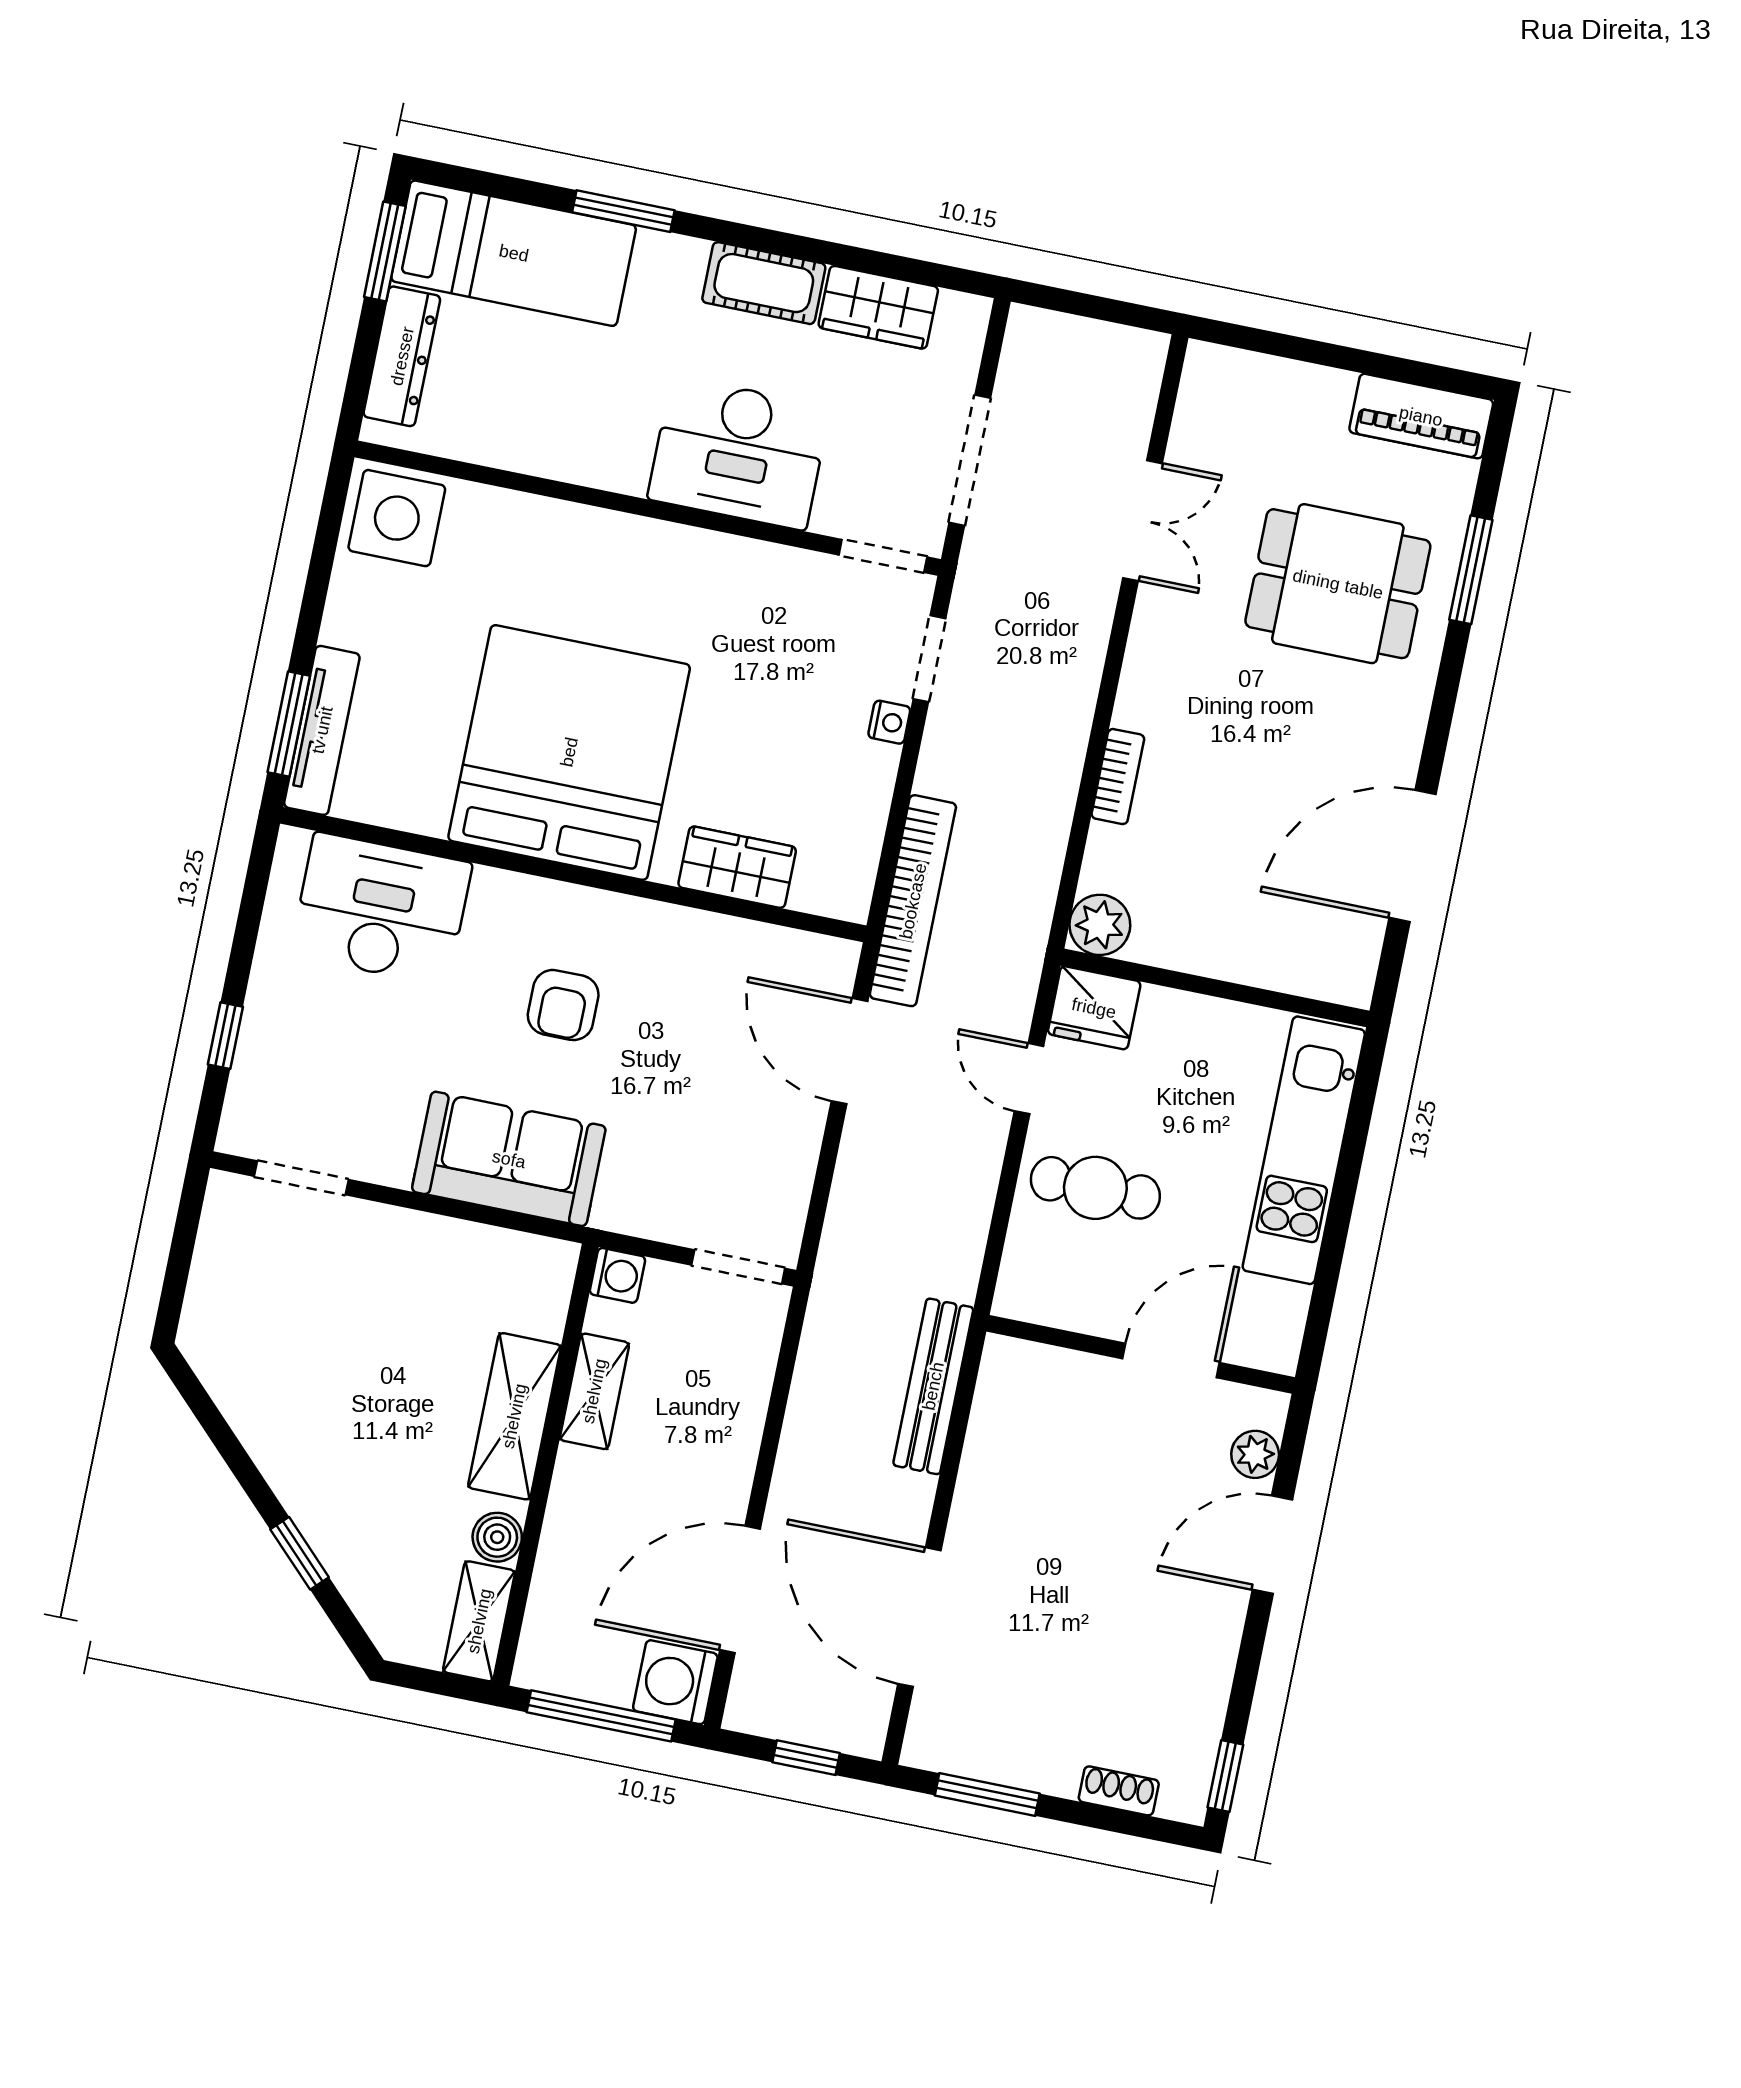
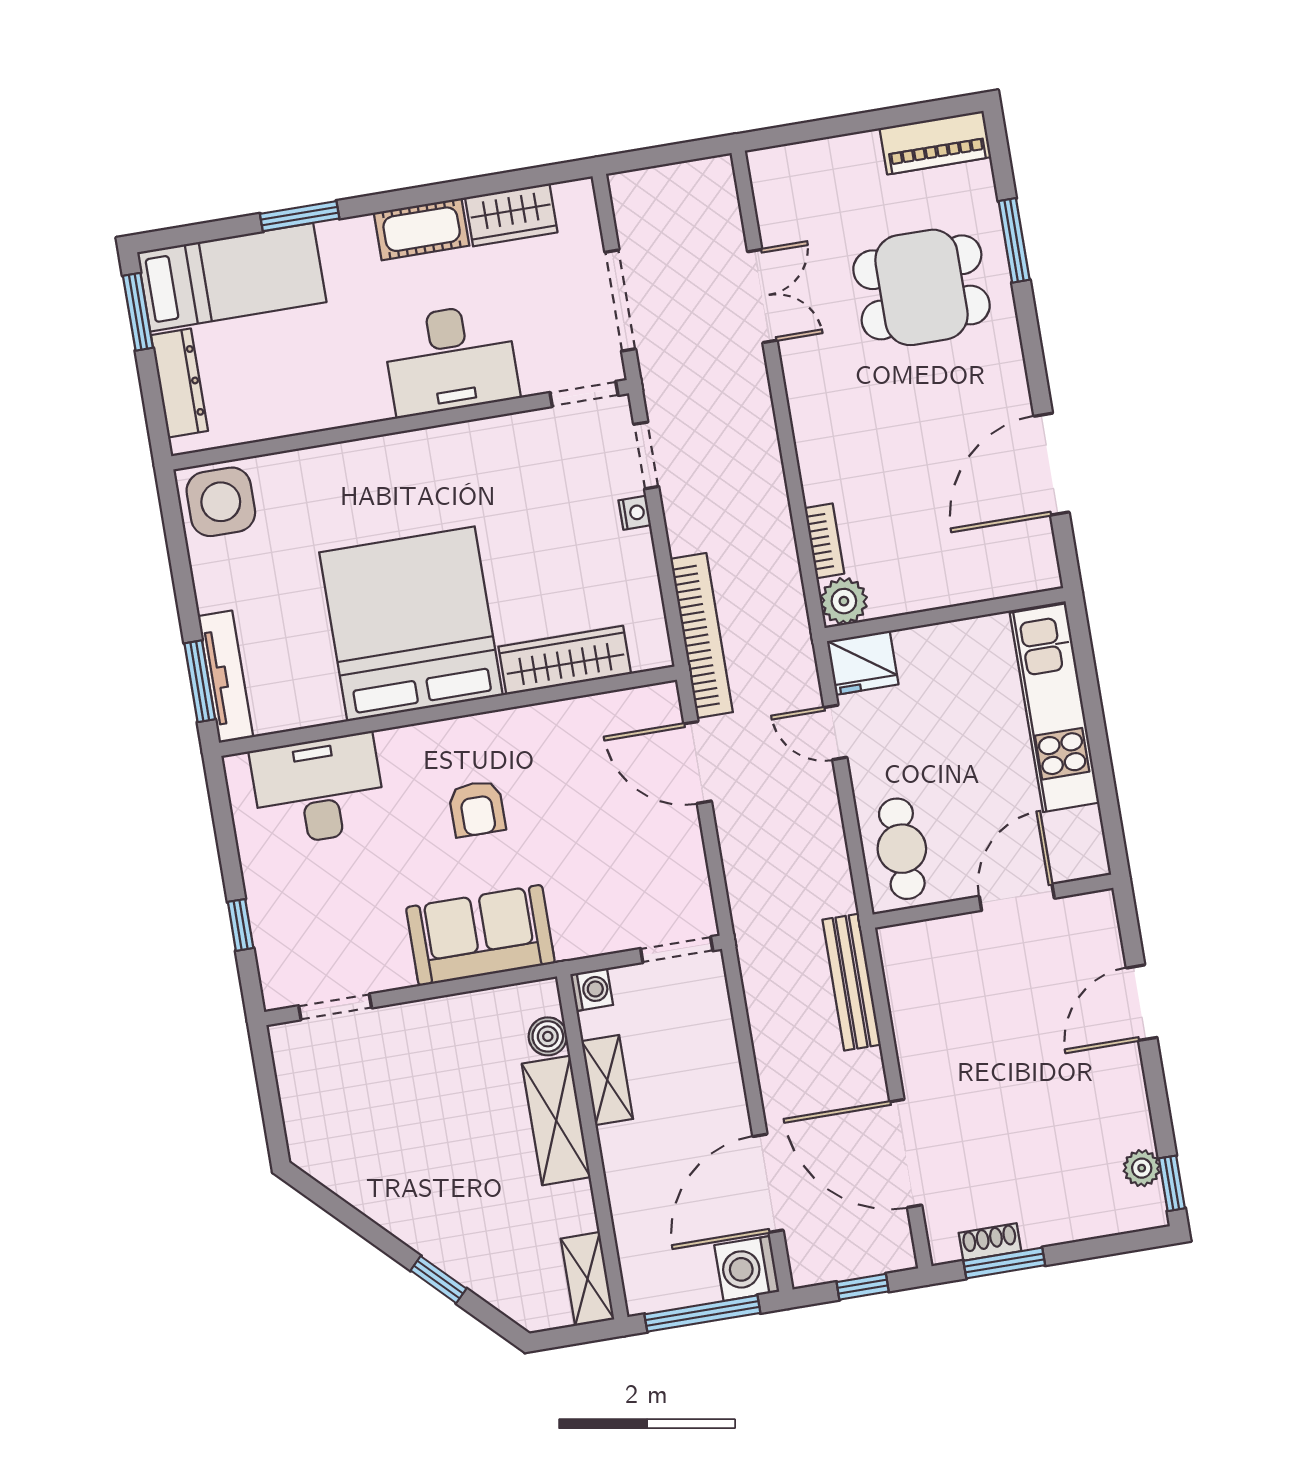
bookcase: (1118, 777) -> (824, 541), moved
wardrobe: (737, 867) -> (565, 660), width x1.50
cafe table: (1095, 1188) -> (902, 849), moved, turned 90
plant: (1255, 1454) -> (1142, 1168), moved
boiler: (497, 1537) -> (548, 1036), moved
shoe rack: (1119, 1791) -> (990, 1242), moved

